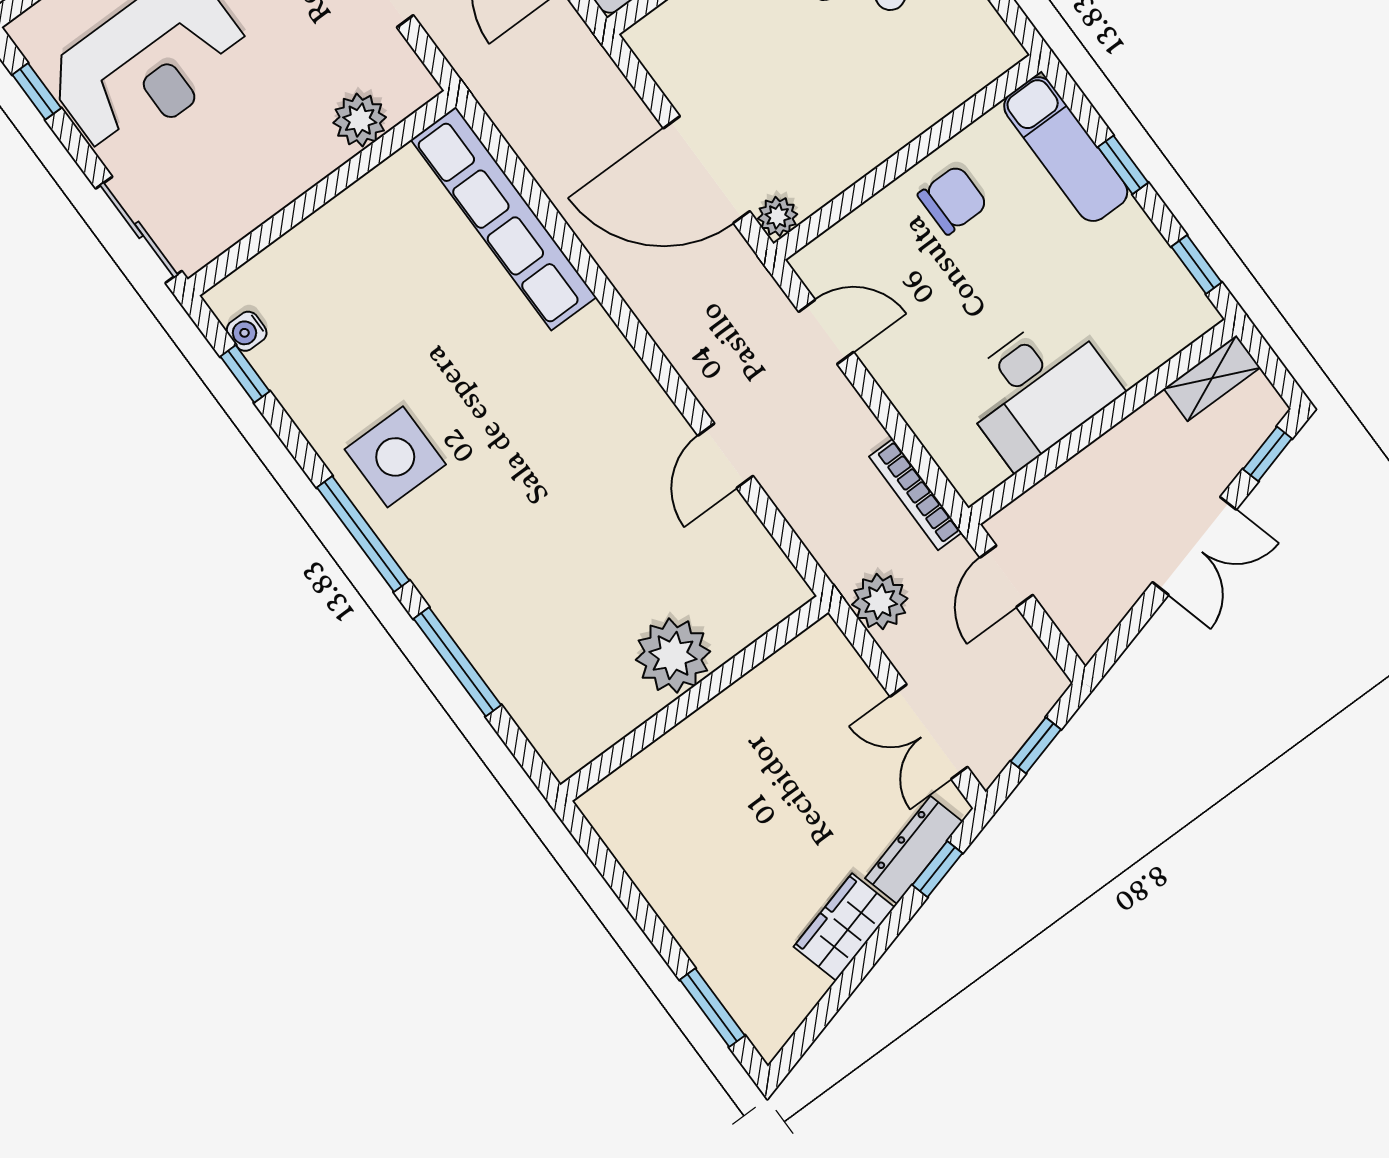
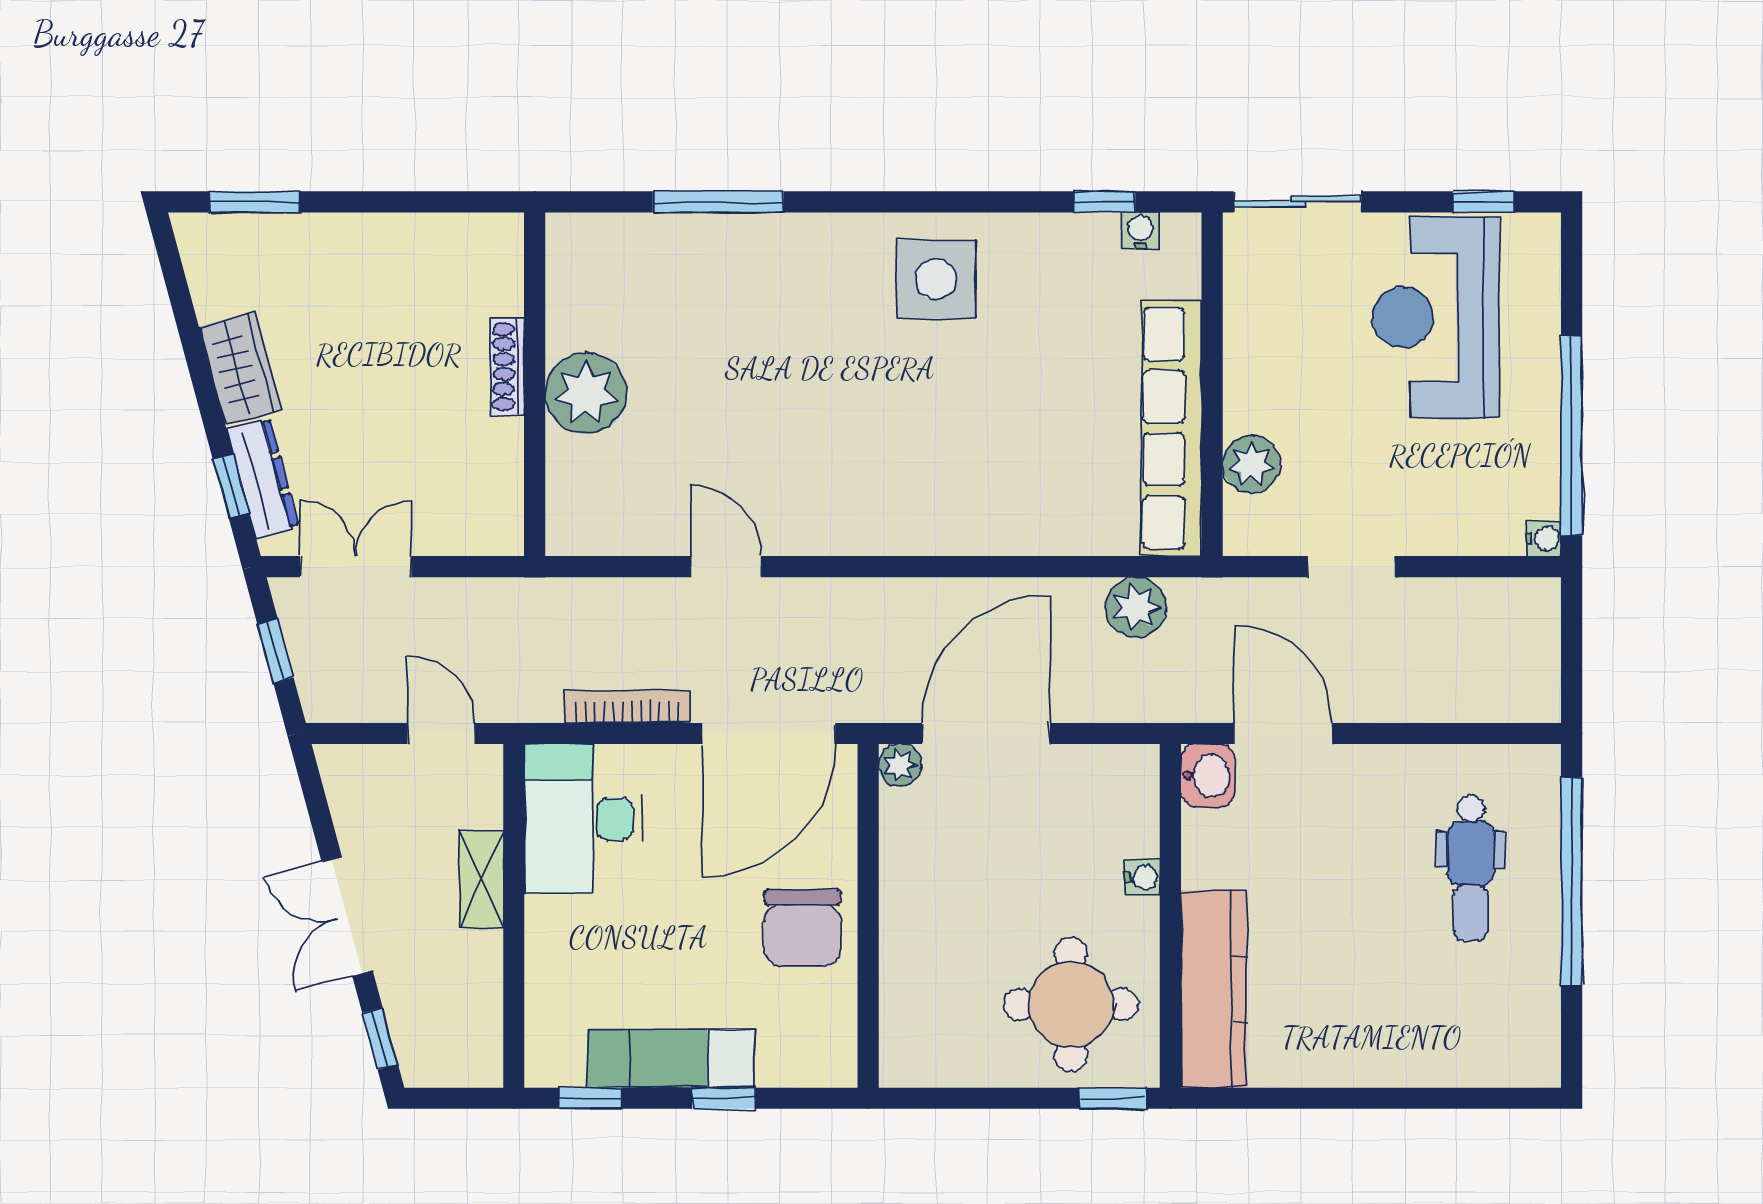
exam couch: (1066, 149) -> (671, 1059), moved
chair: (953, 200) -> (802, 928), width x1.37, depth x1.37
row of seats: (504, 219) -> (1171, 428), moved, turned -90
door: (826, 332) -> (769, 733), width x1.87
shelving: (1212, 378) -> (481, 879), moved
desk: (1038, 389) -> (583, 819), moved
bookcase: (915, 494) -> (627, 707), moved
window: (363, 534) -> (890, 202), removed
plant: (880, 602) -> (1136, 607), moved
shoe rack: (696, 728) -> (508, 367), added

